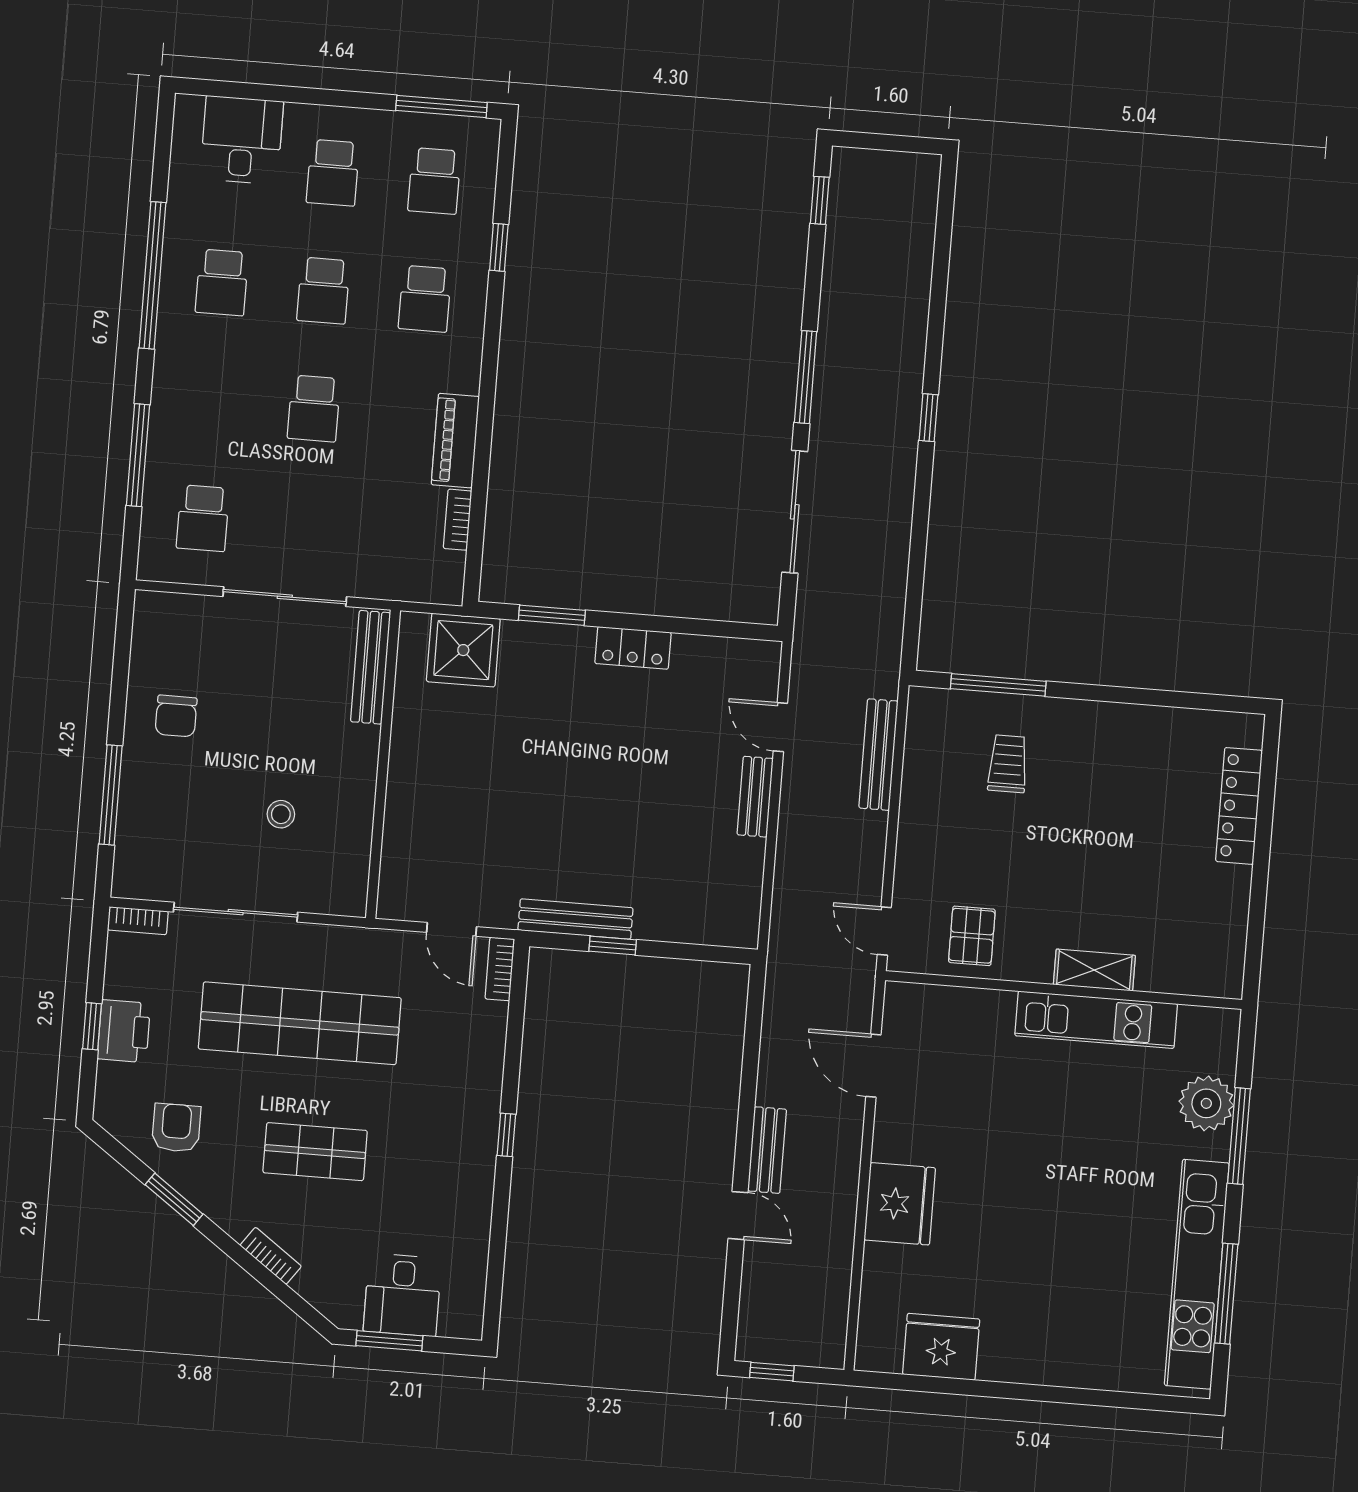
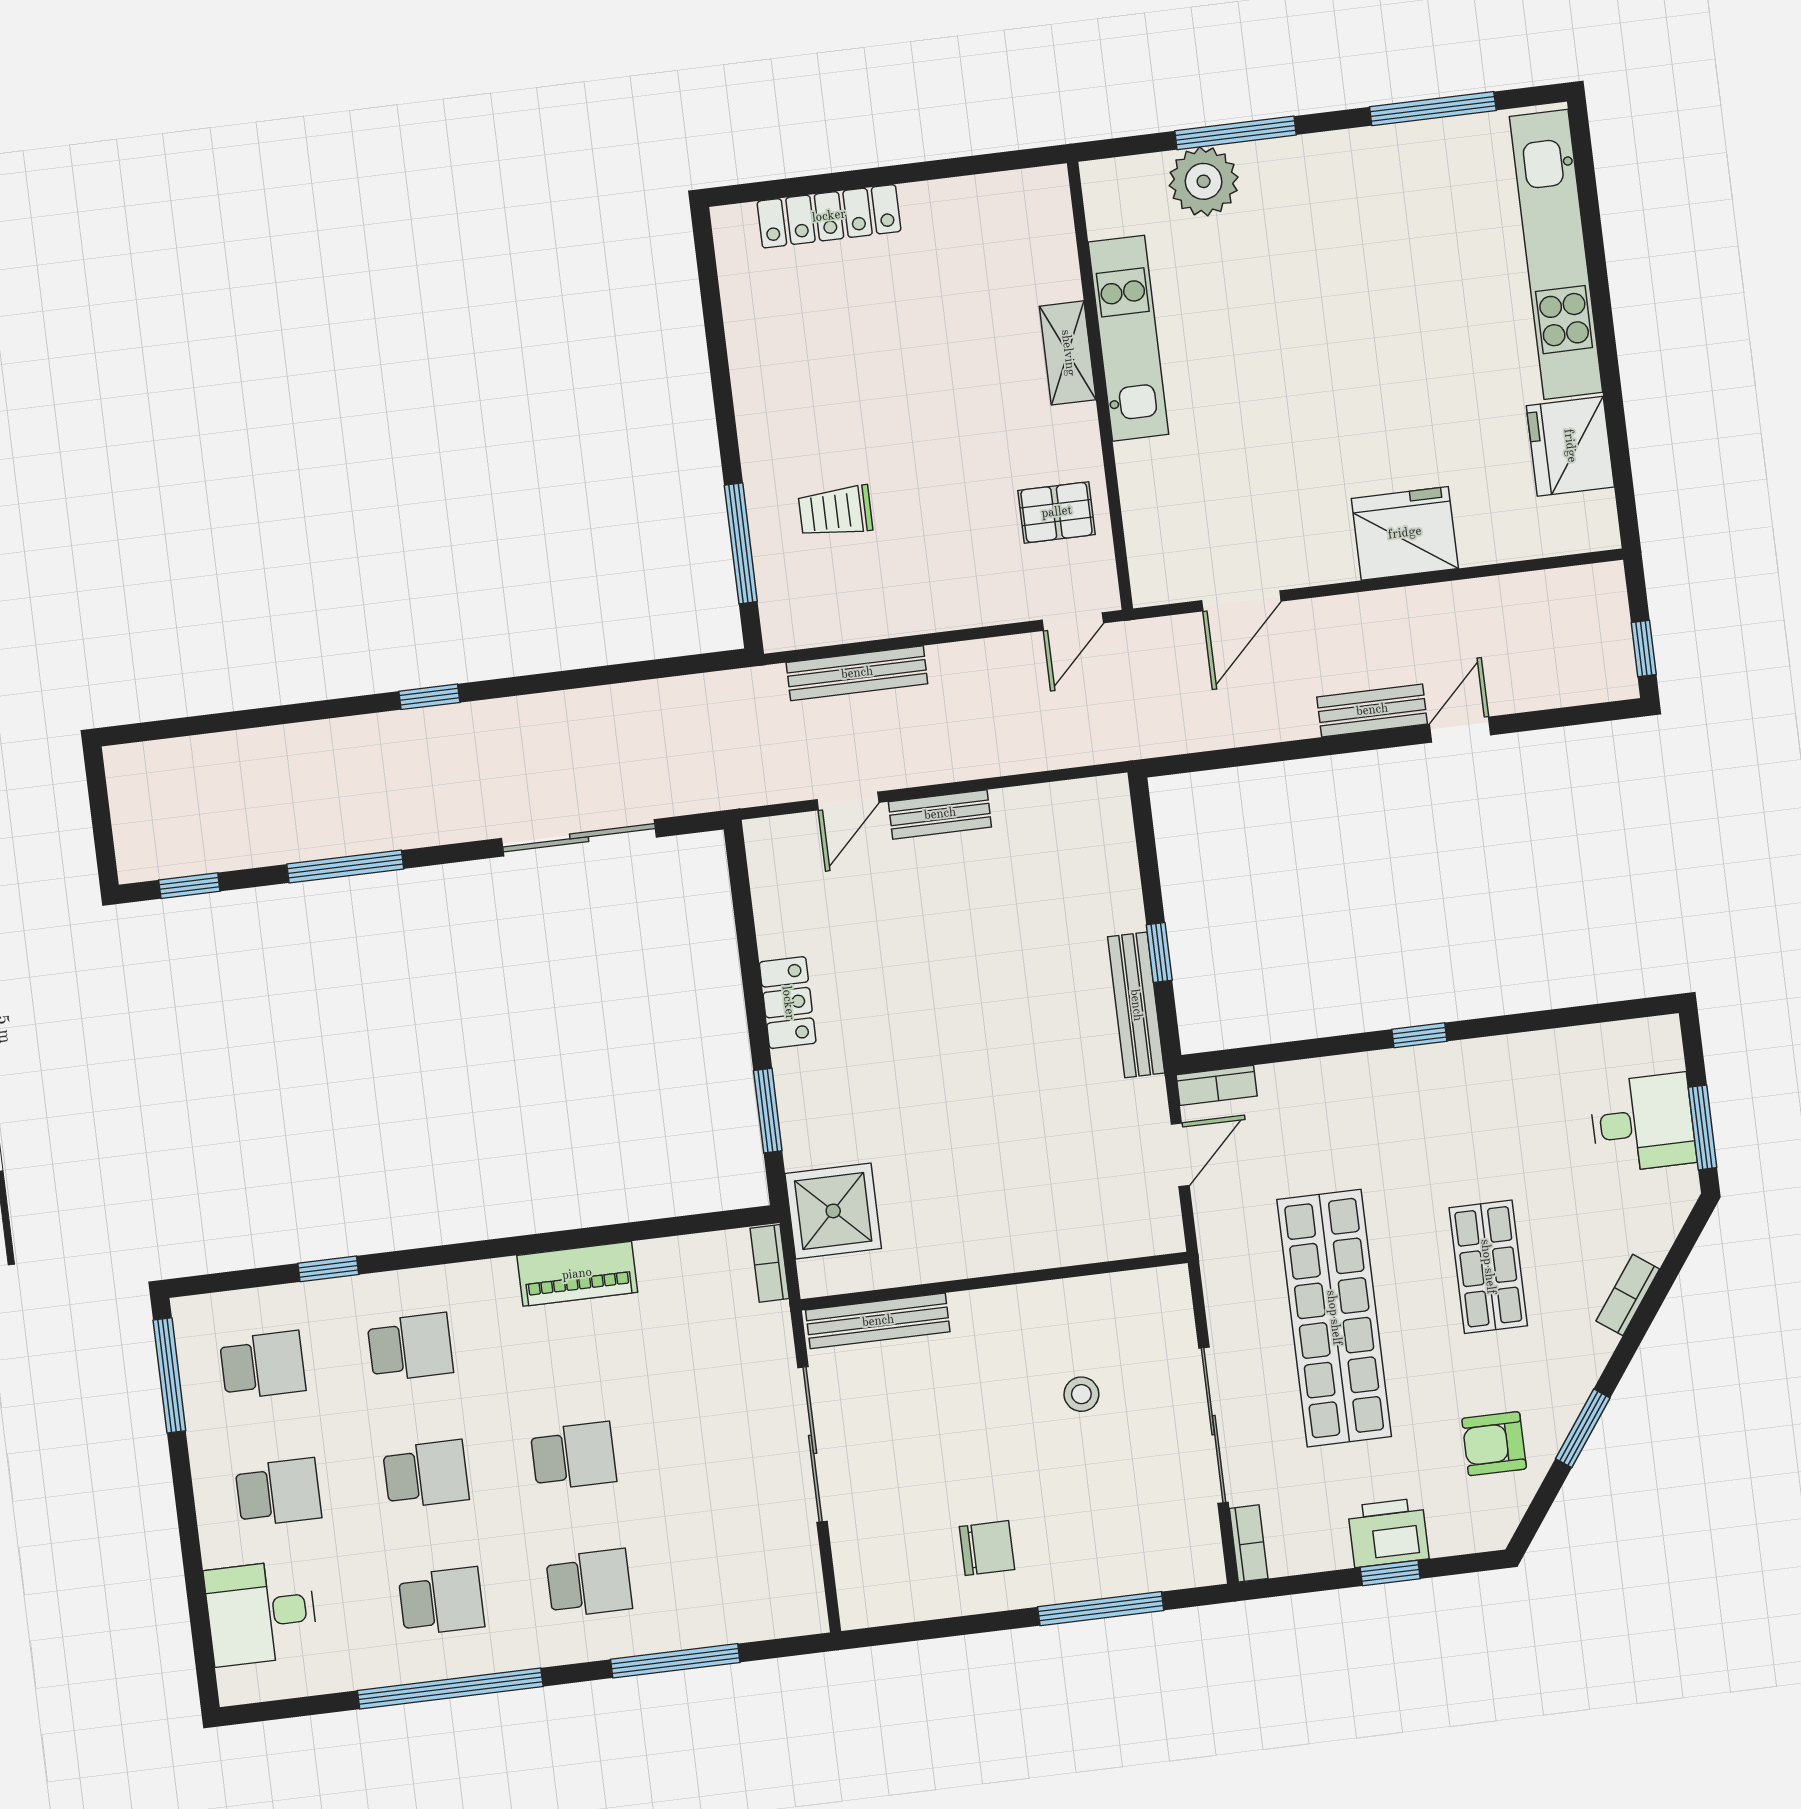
window: (806, 377) -> (345, 866), moved
school desk: (203, 518) -> (589, 1583), moved
bookcase: (458, 520) -> (770, 1263), moved, turned 90
kitchen unit: (1197, 1274) -> (1556, 254), moved, turned 90

